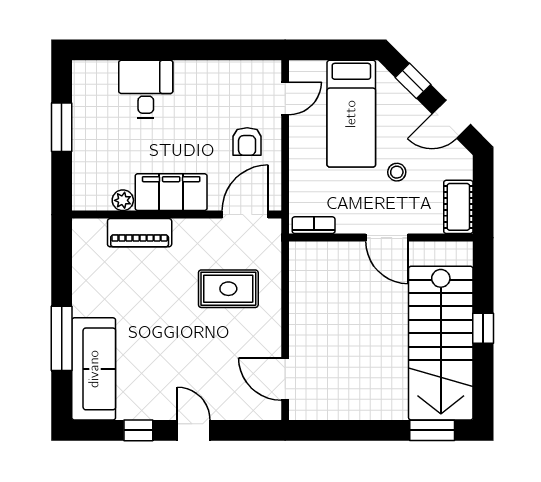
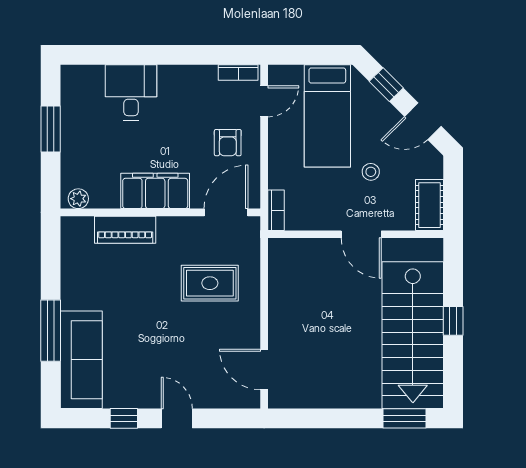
bookcase: (258, 68) -> (238, 73), added
plant: (123, 200) -> (78, 199), moved
bookcase: (314, 225) -> (276, 210), moved, turned 90

